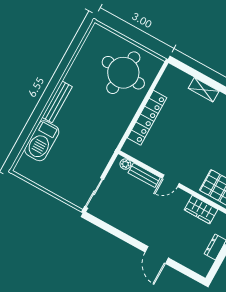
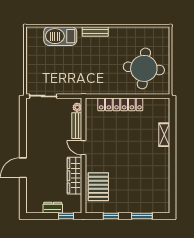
bench: (57, 102) -> (95, 32), width x0.73
wardrobe: (201, 210) -> (75, 176), width x1.50

